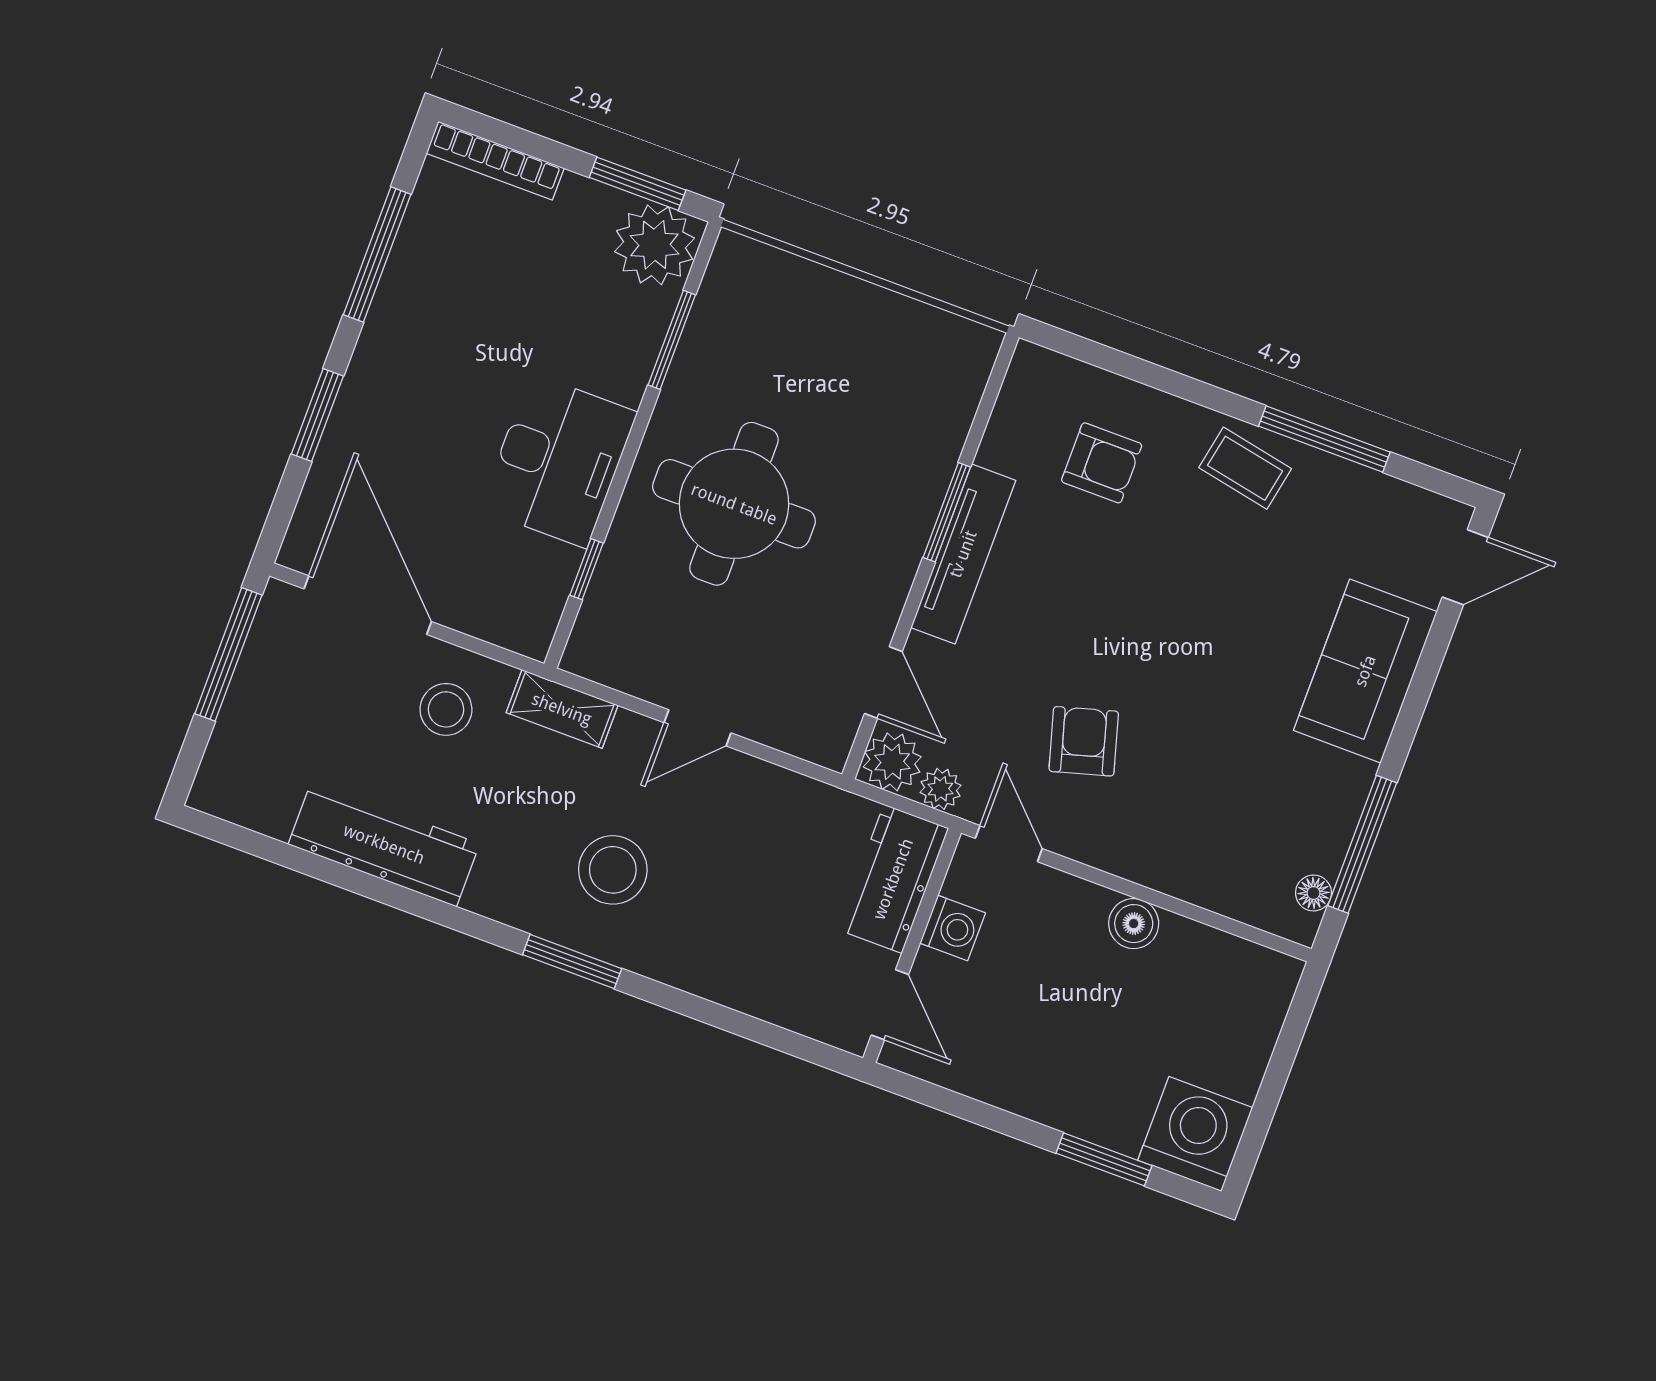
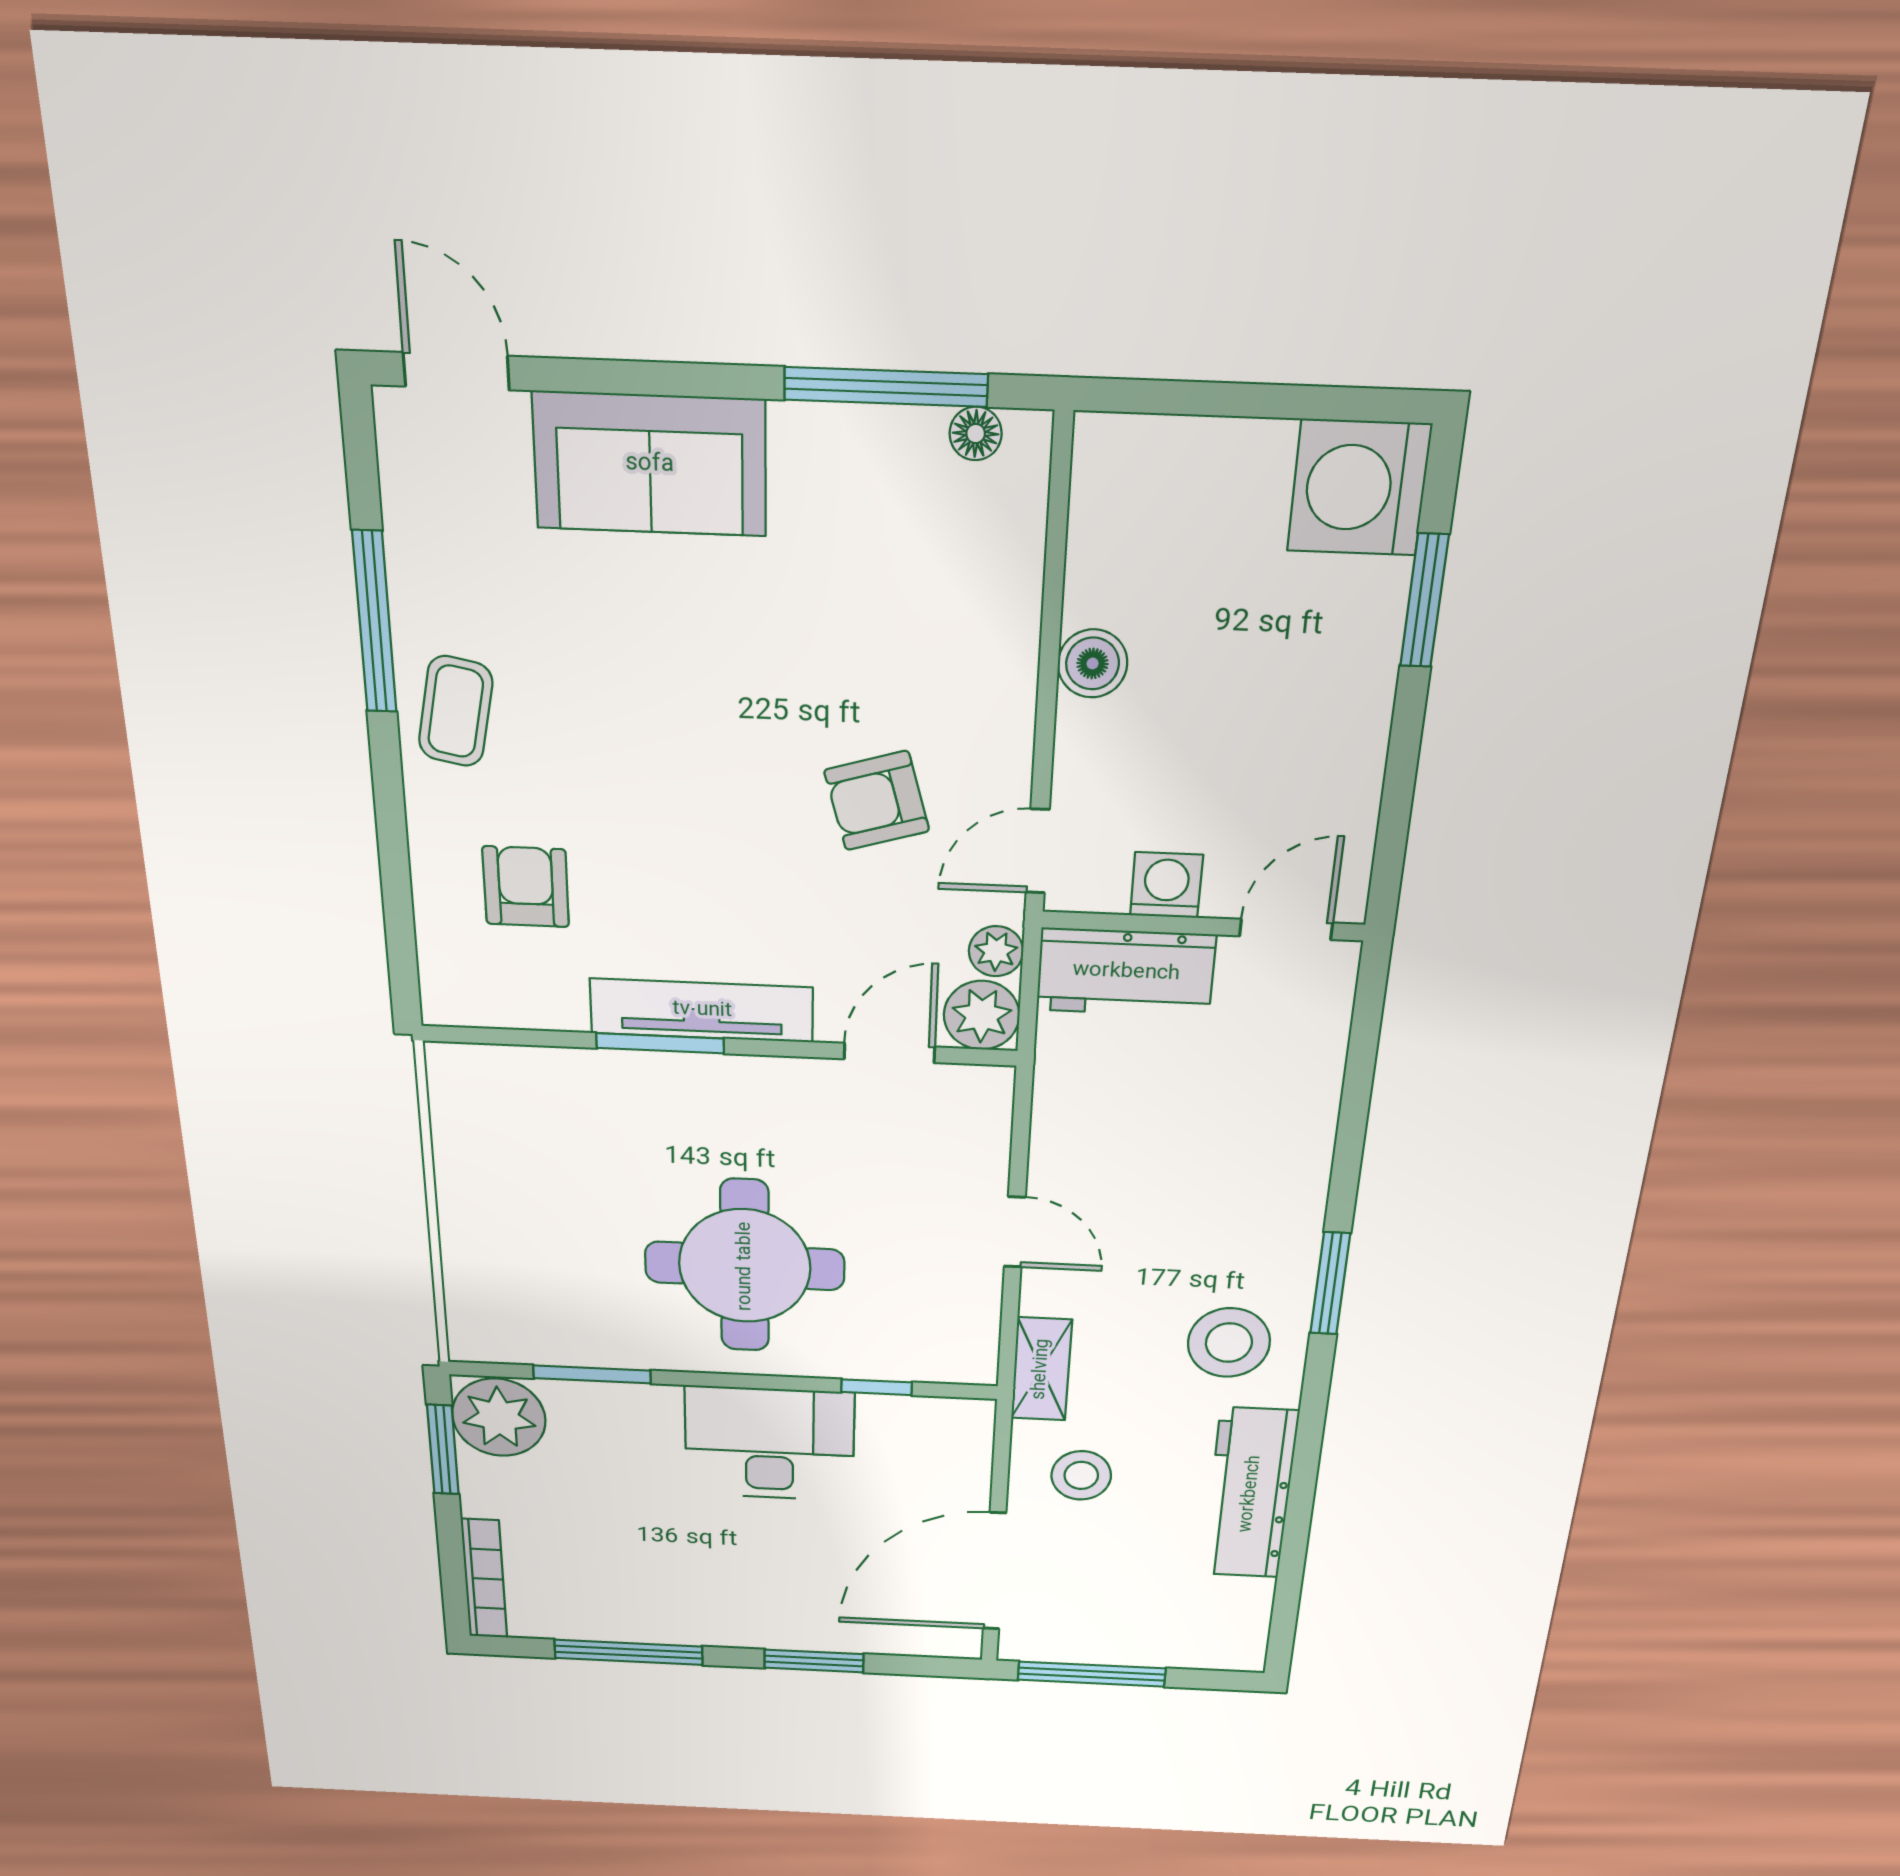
stool: (613, 870) -> (1229, 1343), moved

